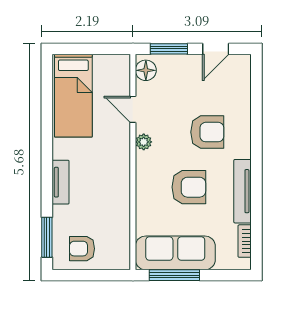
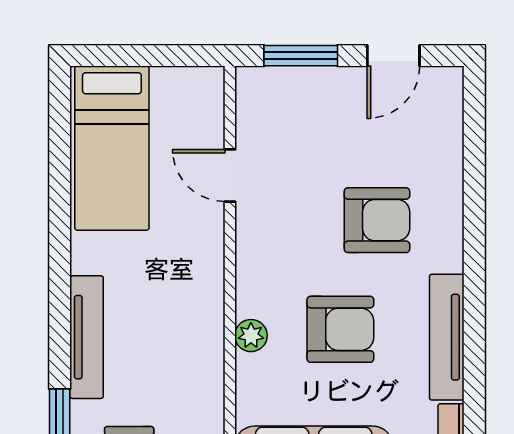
floor lamp: (146, 70) -> (255, 98), removed
plant: (144, 142) -> (251, 336), moved
tv unit: (61, 182) -> (87, 337), width x1.41

